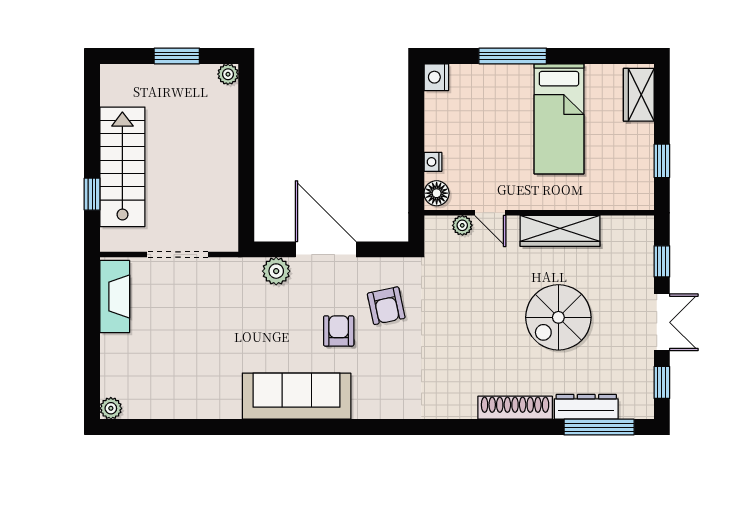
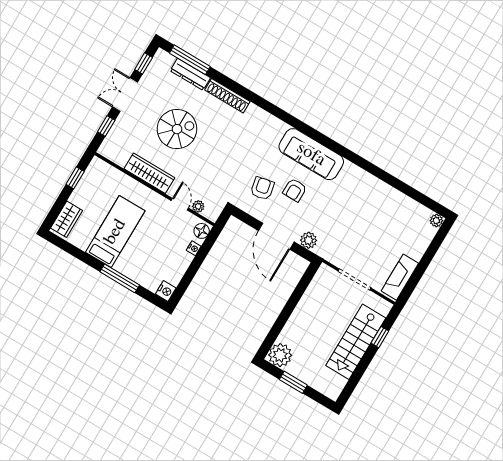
plant: (228, 74) -> (280, 355), width x1.88, depth x1.88
sofa: (297, 396) -> (311, 154), moved

